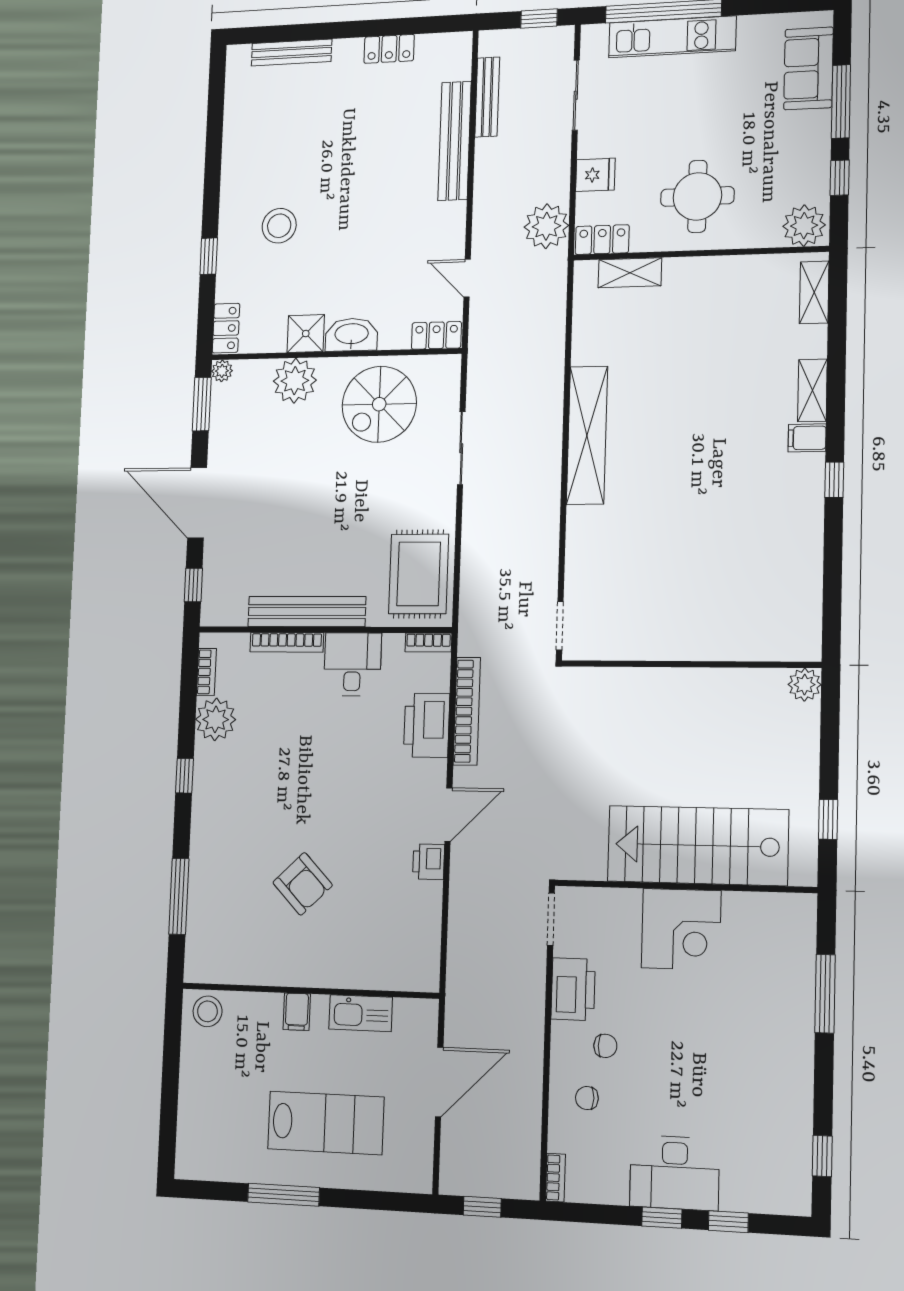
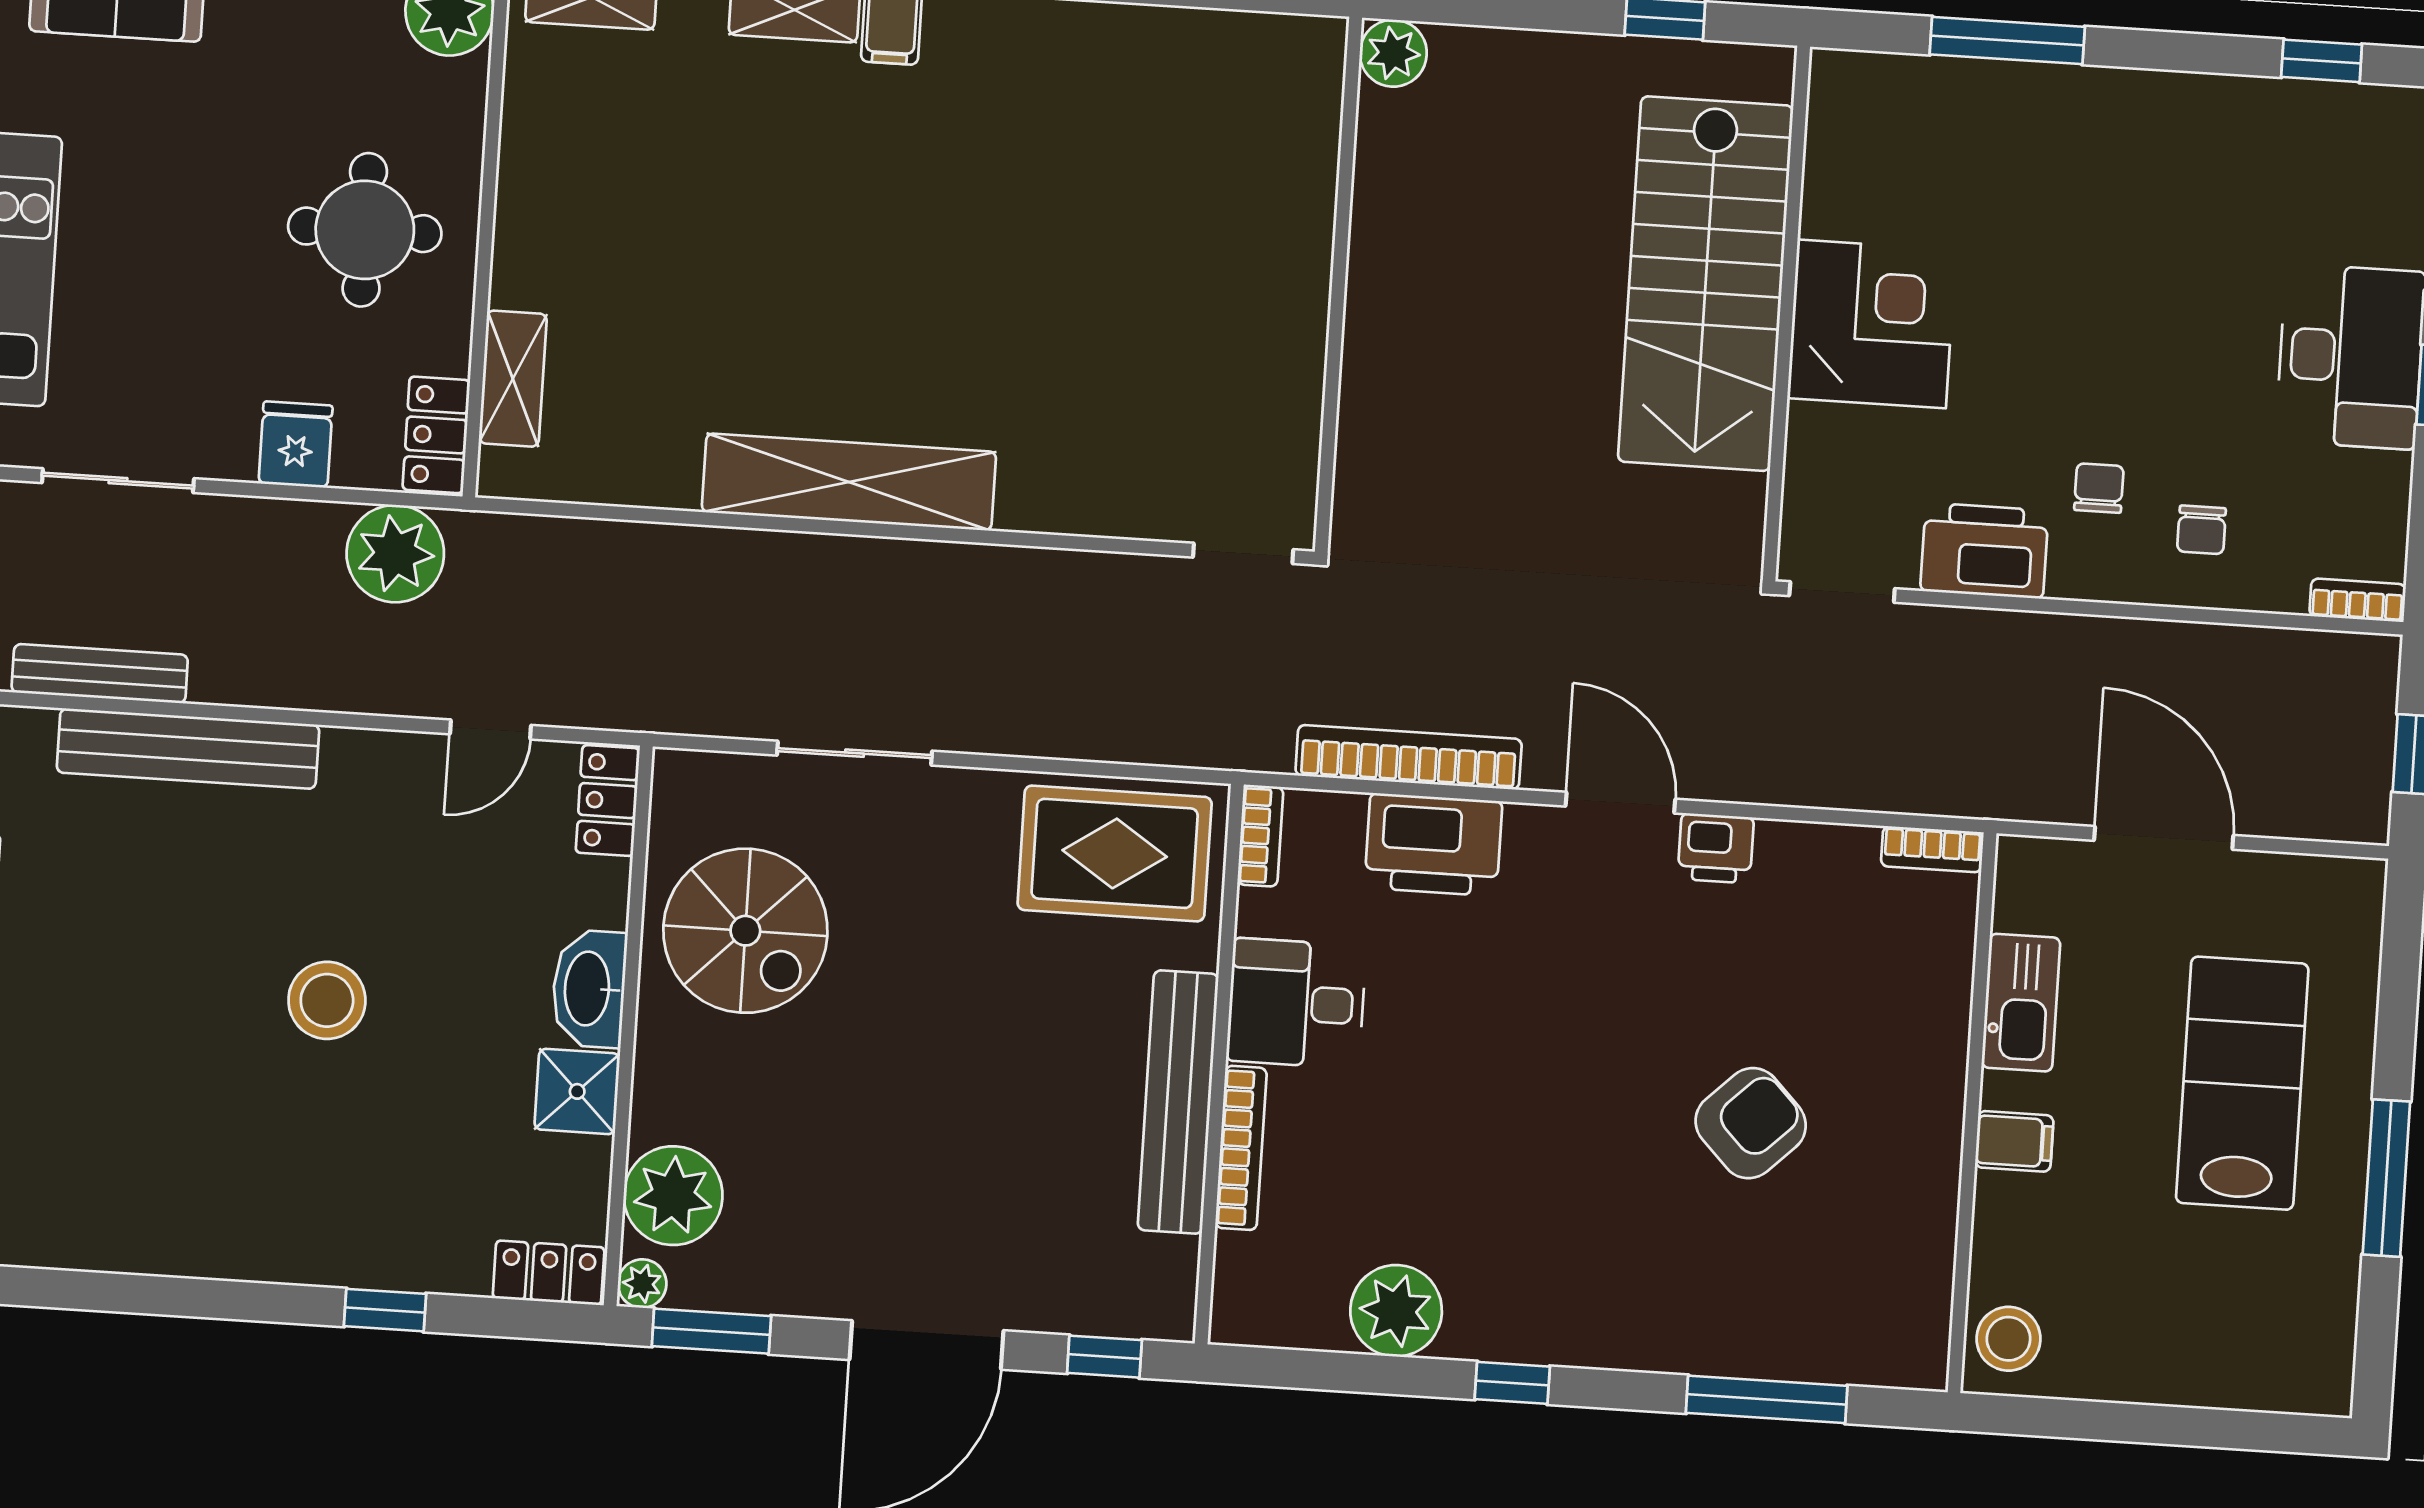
stool: (279, 226) -> (327, 1000), moved
plant: (295, 381) -> (673, 1196), moved
bookcase: (206, 672) -> (1932, 849), moved, turned 180

